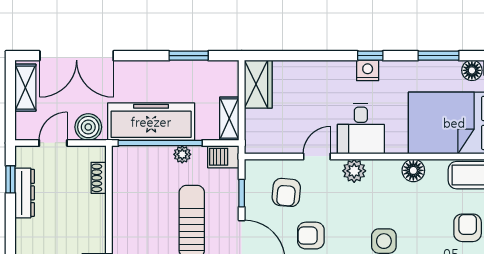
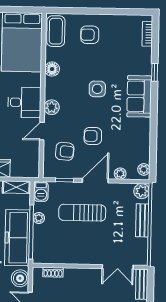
door: (317, 156) -> (42, 131), hinge flipped
armchair: (311, 236) -> (93, 136), turned 90

